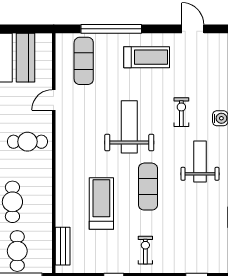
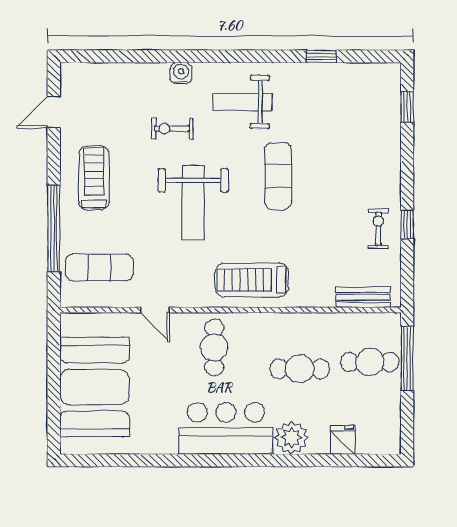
weight bench: (129, 127) -> (193, 203), turned -90
exercise mat: (148, 187) -> (278, 176), turned 90
treadmill: (101, 204) -> (252, 280), moved
exercise bike: (145, 250) -> (378, 229), moved, turned 90

